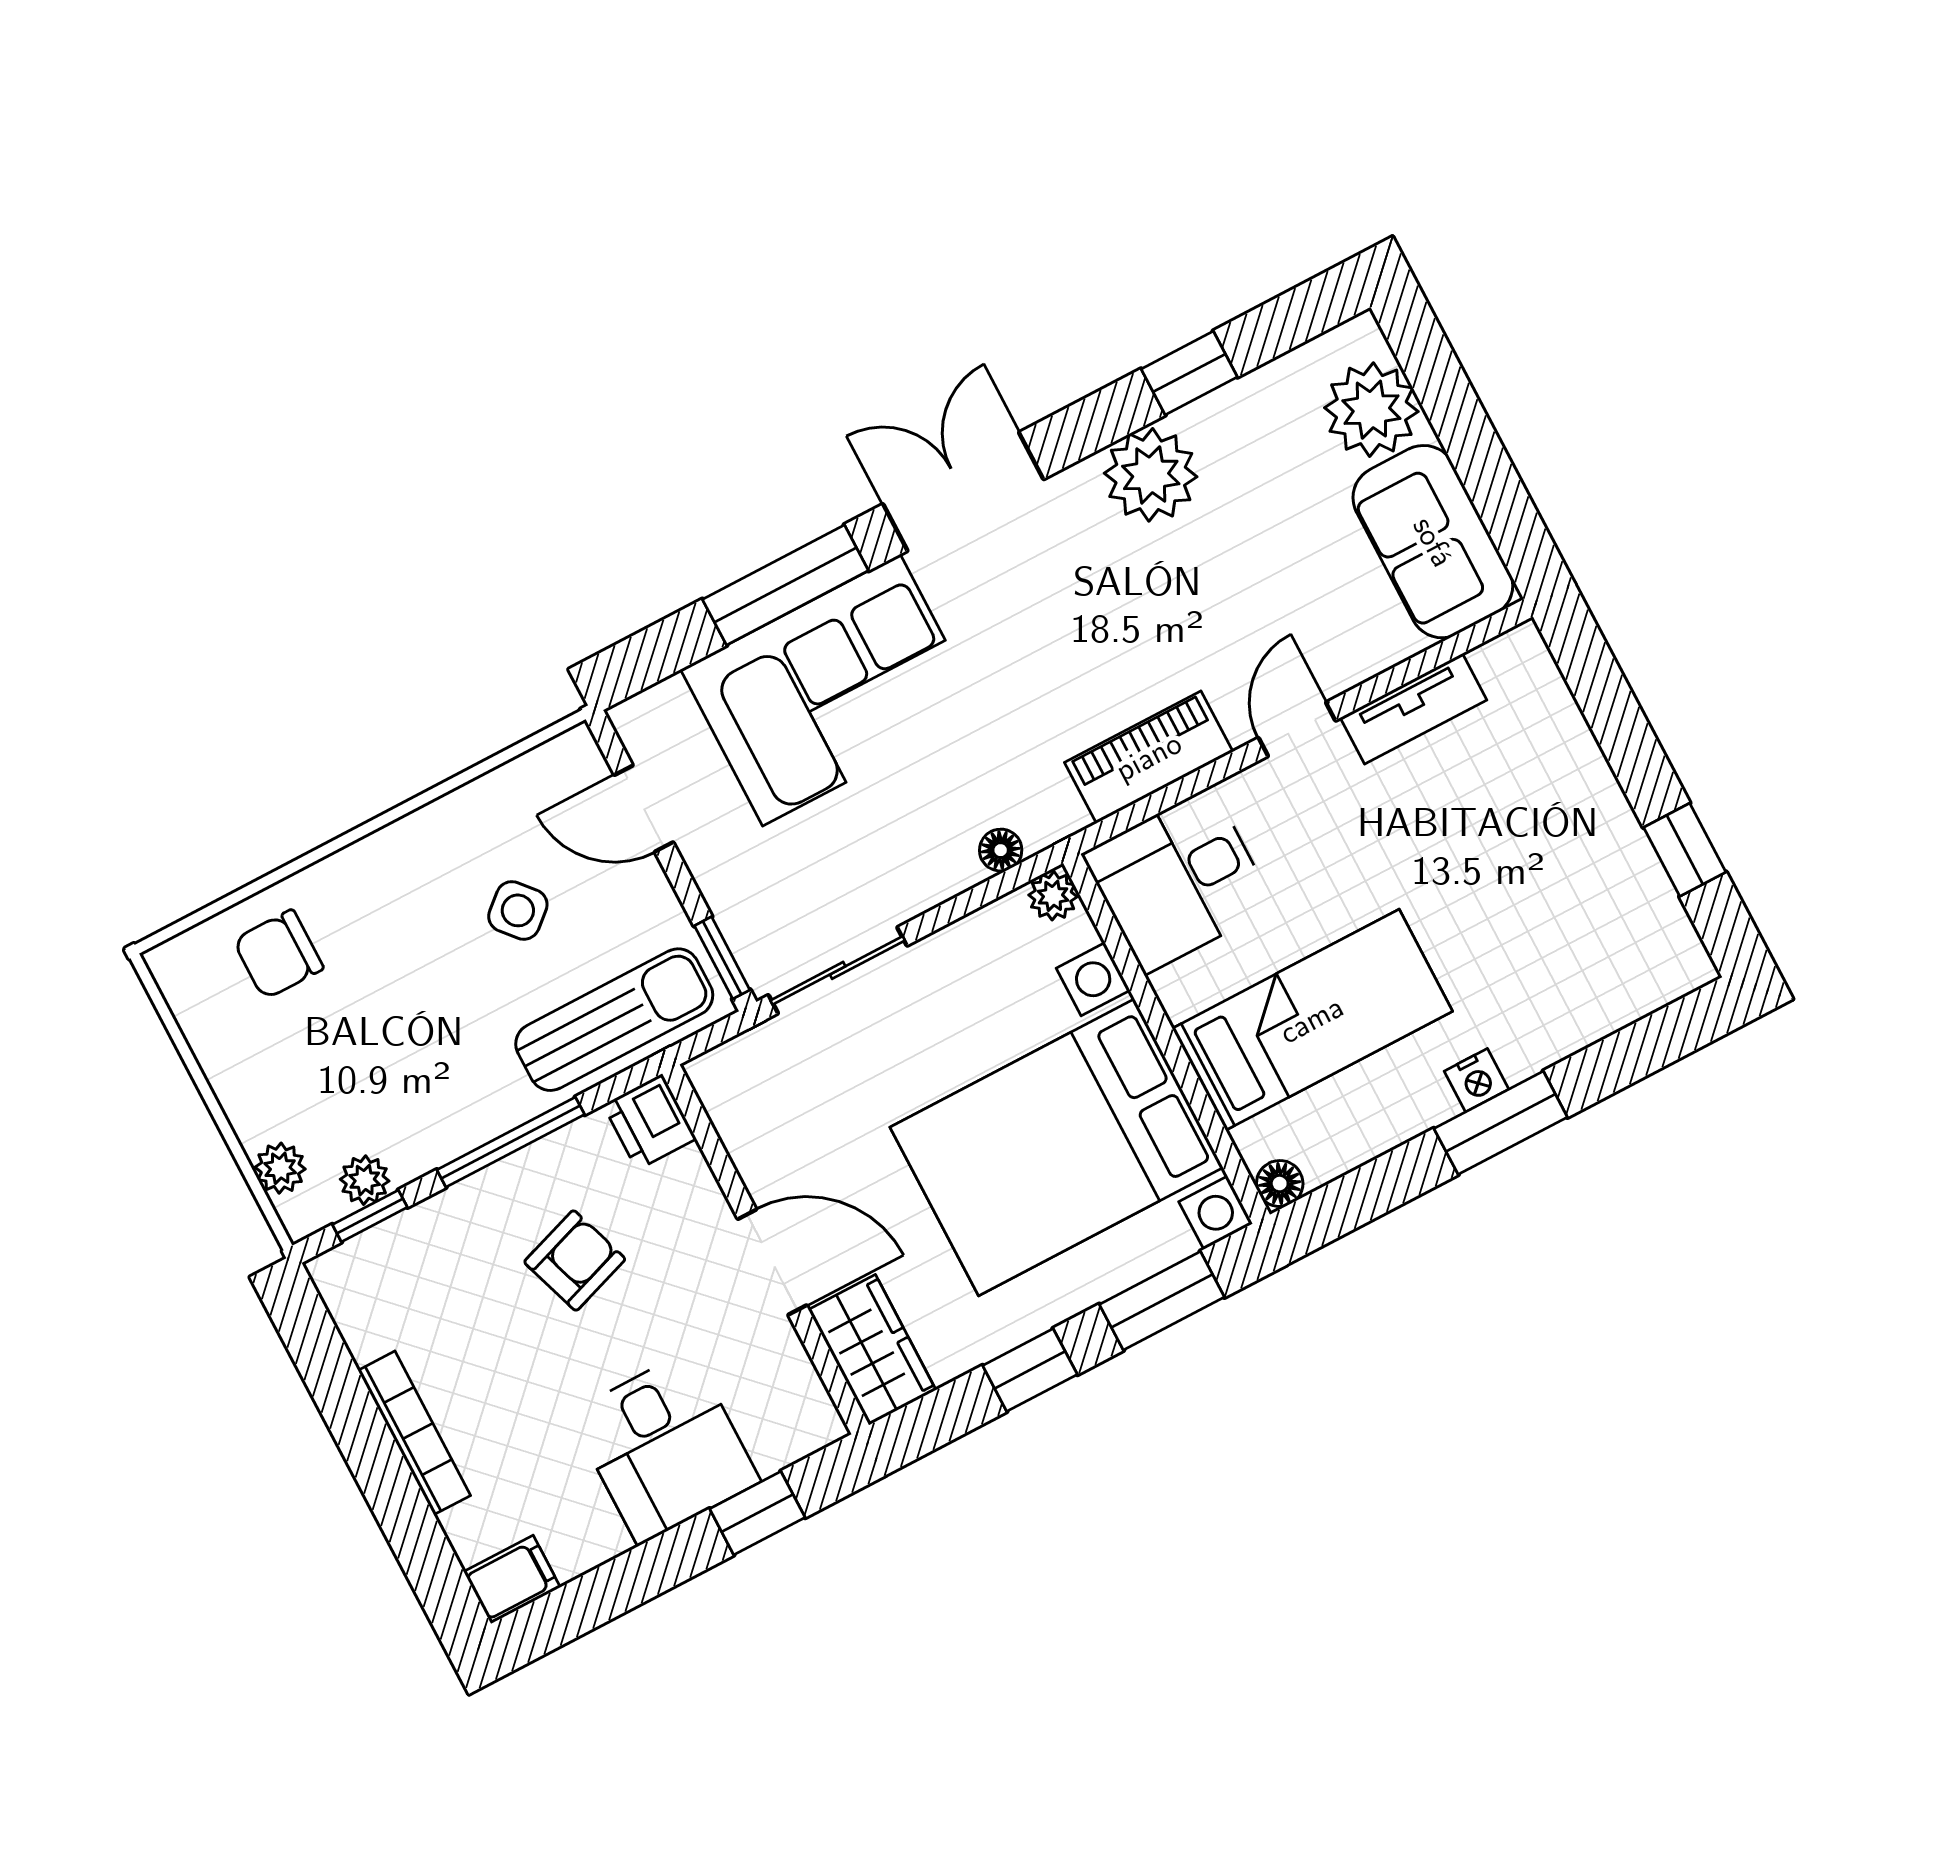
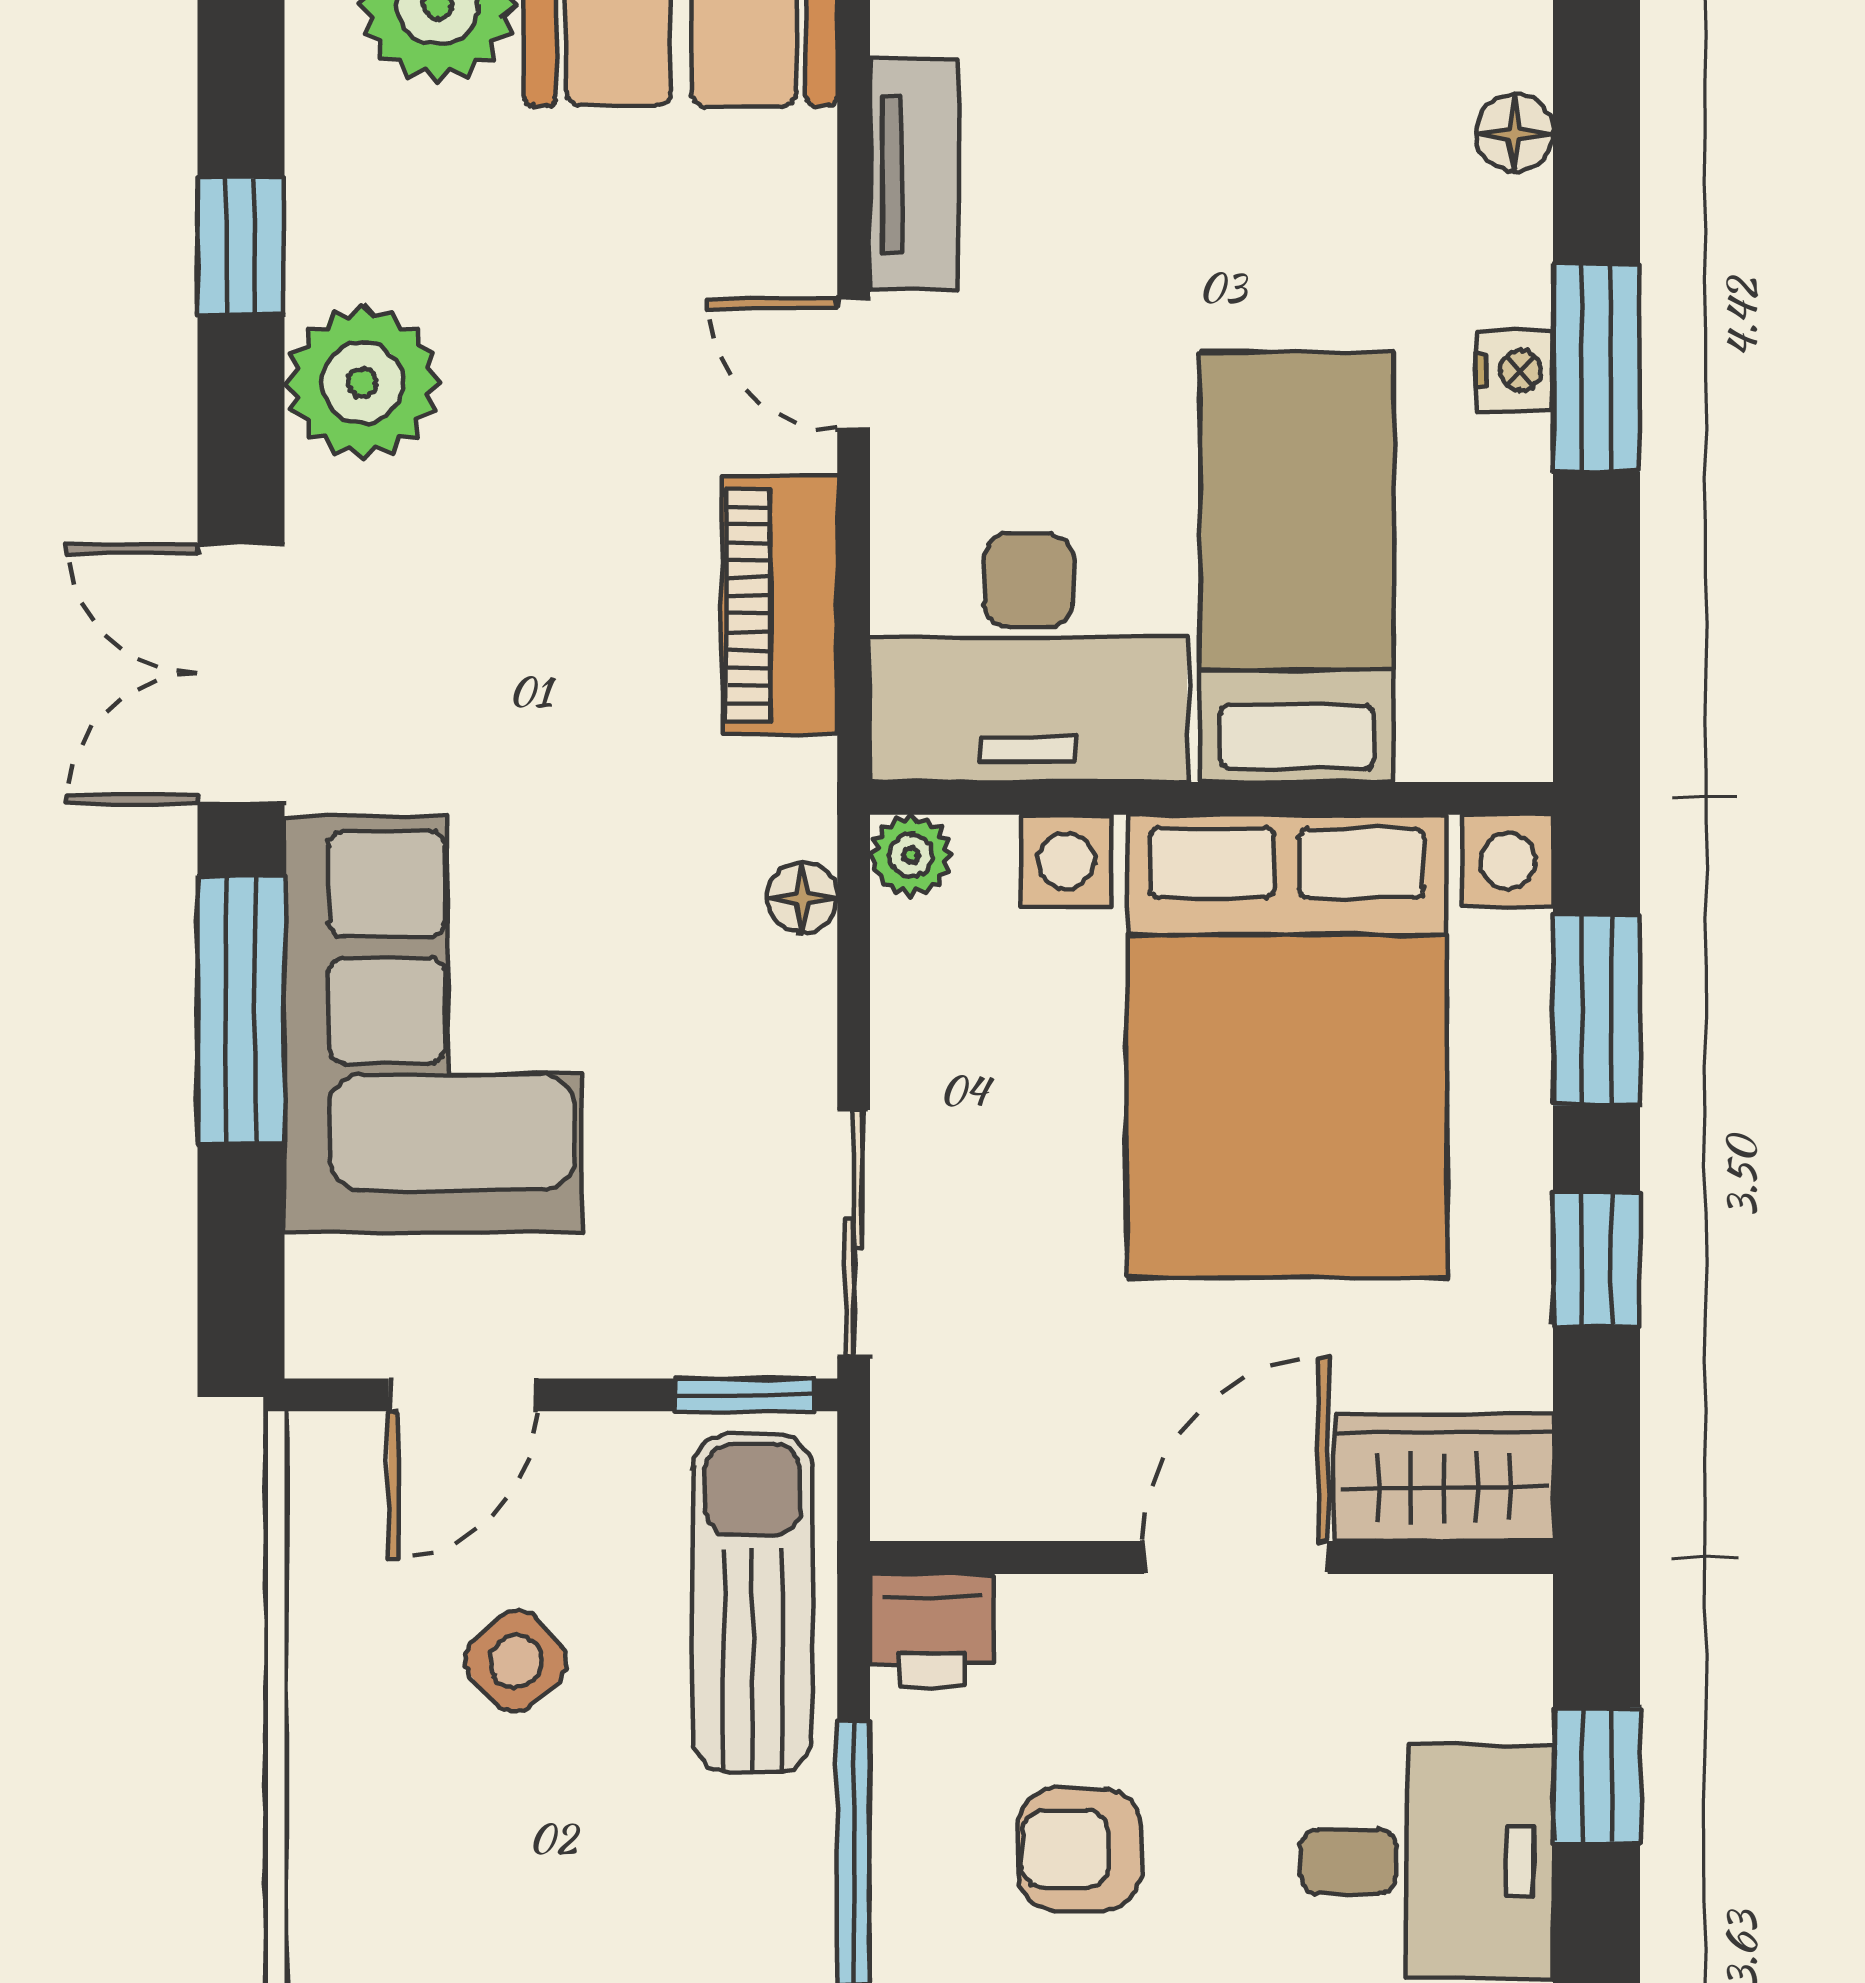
desk: (1178, 880) -> (1028, 658), width x1.37
floor lamp: (1280, 1184) -> (1514, 133), moved
armchair: (575, 1261) -> (1079, 1849), turned -71

